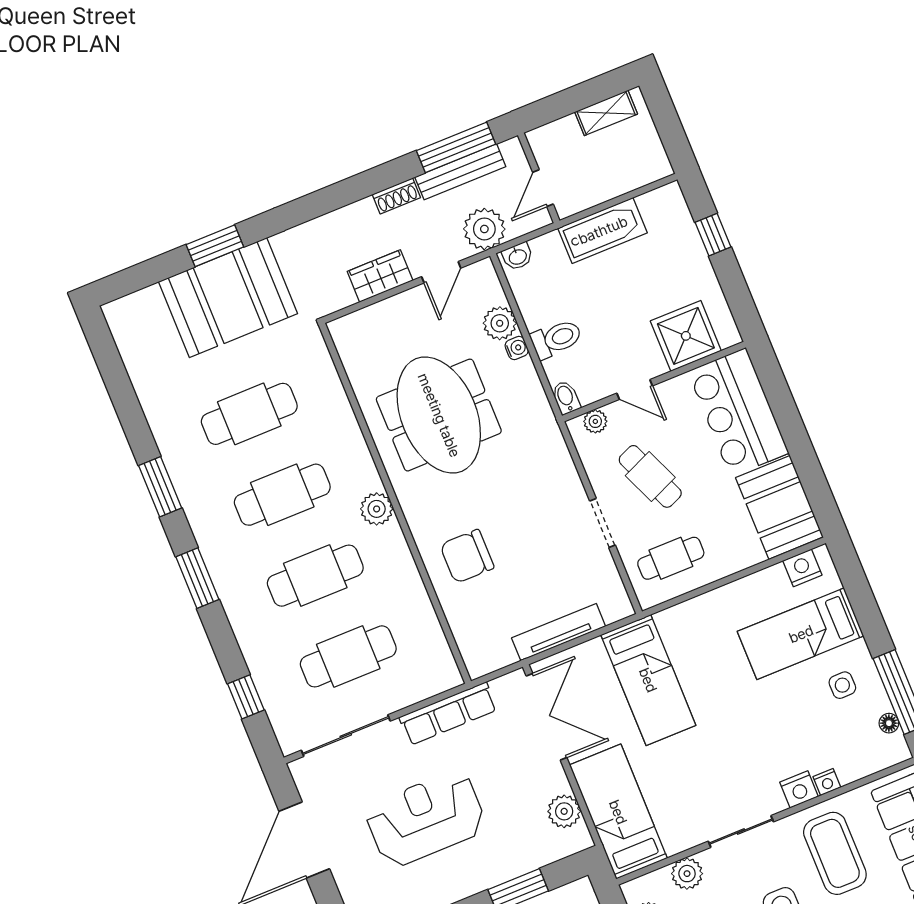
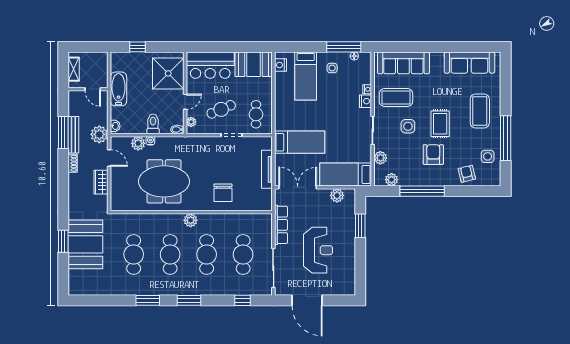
wall: (539, 178) -> (88, 89), moved
door: (543, 188) -> (93, 89), moved
shower: (686, 336) -> (168, 73), width x1.37, depth x1.37
reception desk: (426, 819) -> (318, 250), turned 180

